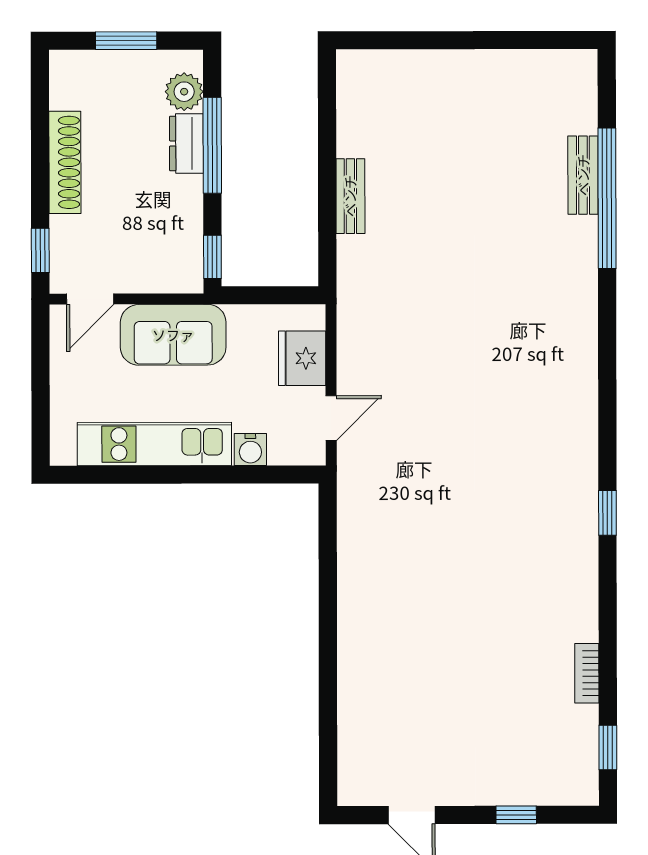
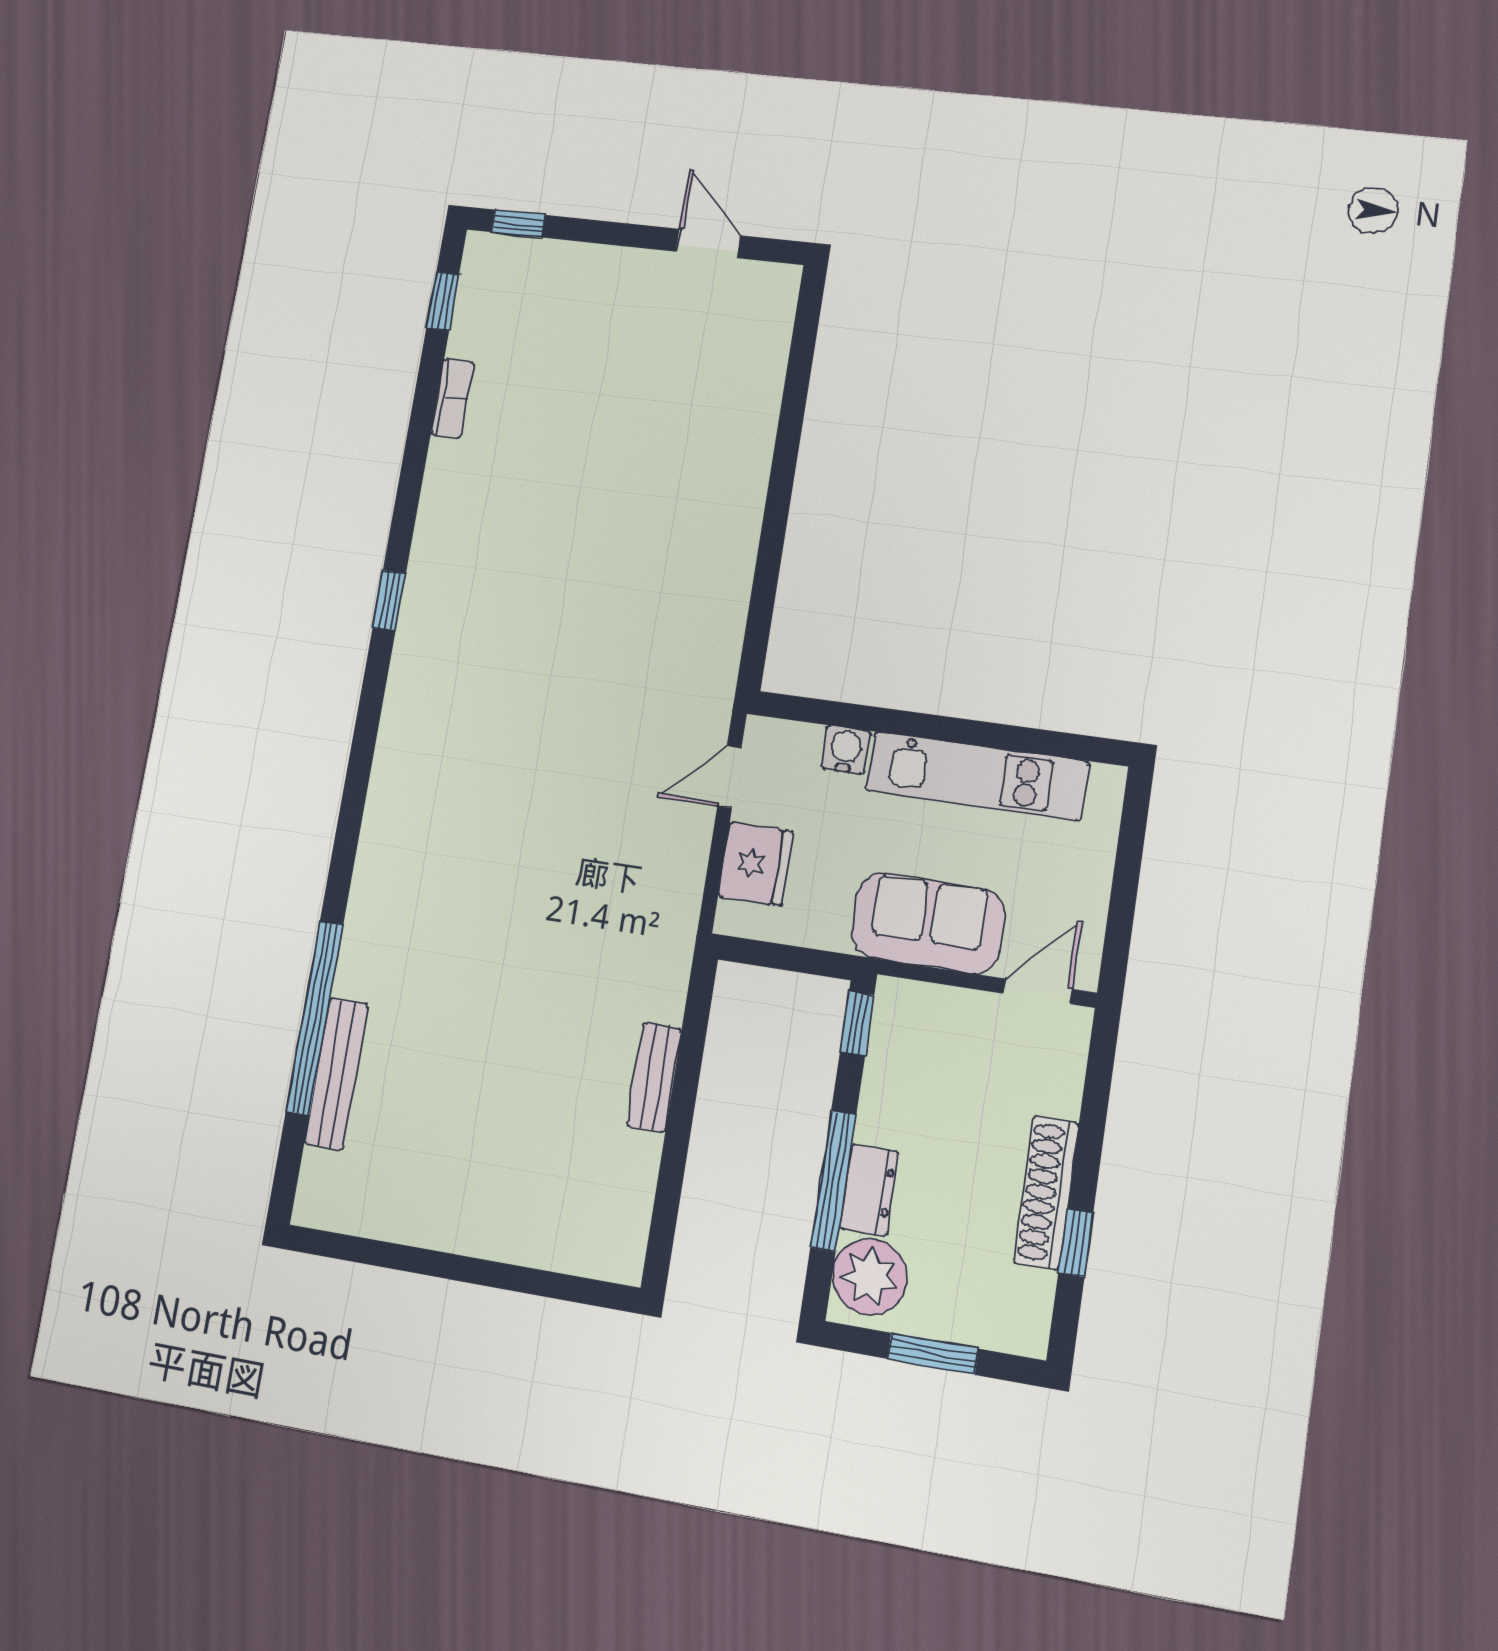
plant: (184, 92) -> (870, 1277), width x1.36, depth x1.36
bench: (583, 175) -> (337, 1074), width x1.36
window: (40, 250) -> (1076, 1243), moved
window: (516, 815) -> (518, 224), moved

